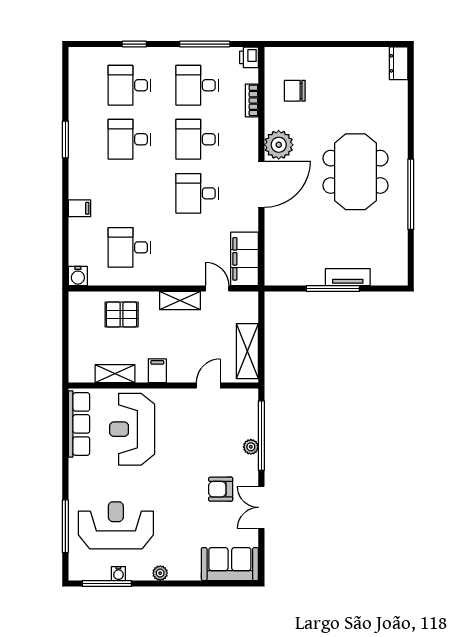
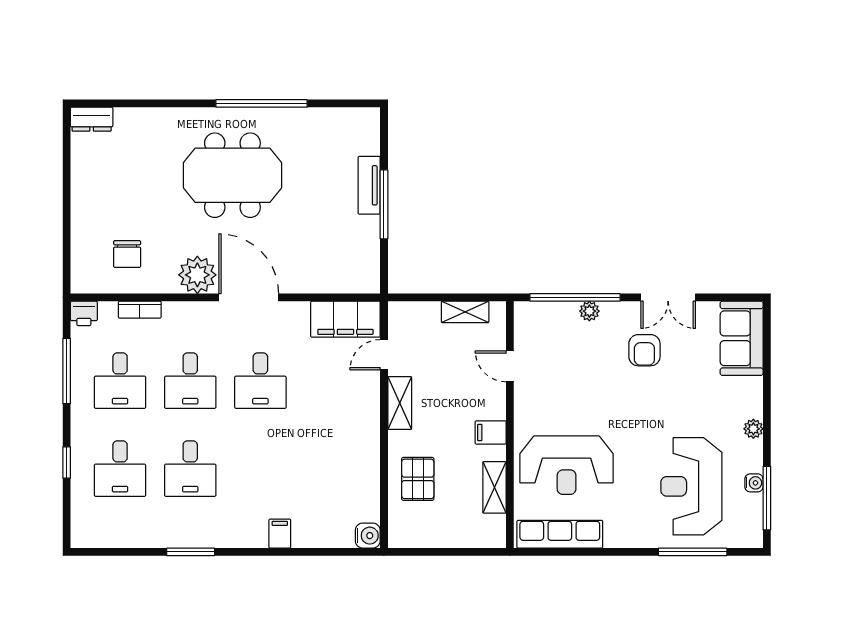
desk: (129, 247) -> (331, 469), removed
shelving: (247, 351) -> (465, 312), width x0.67, depth x0.75

